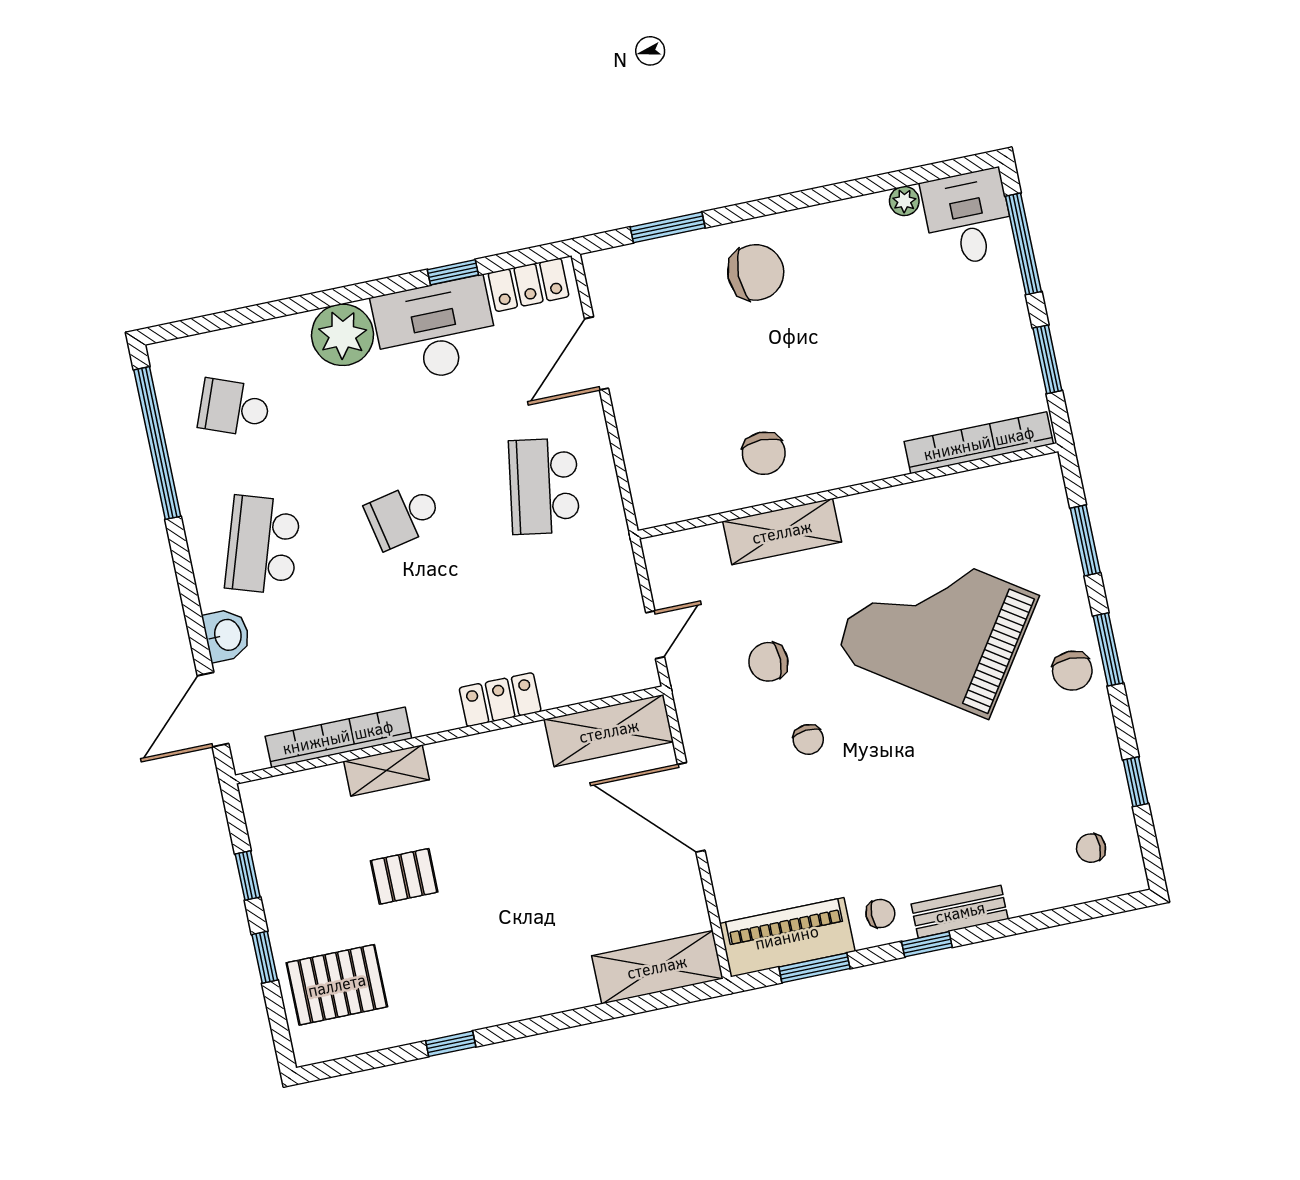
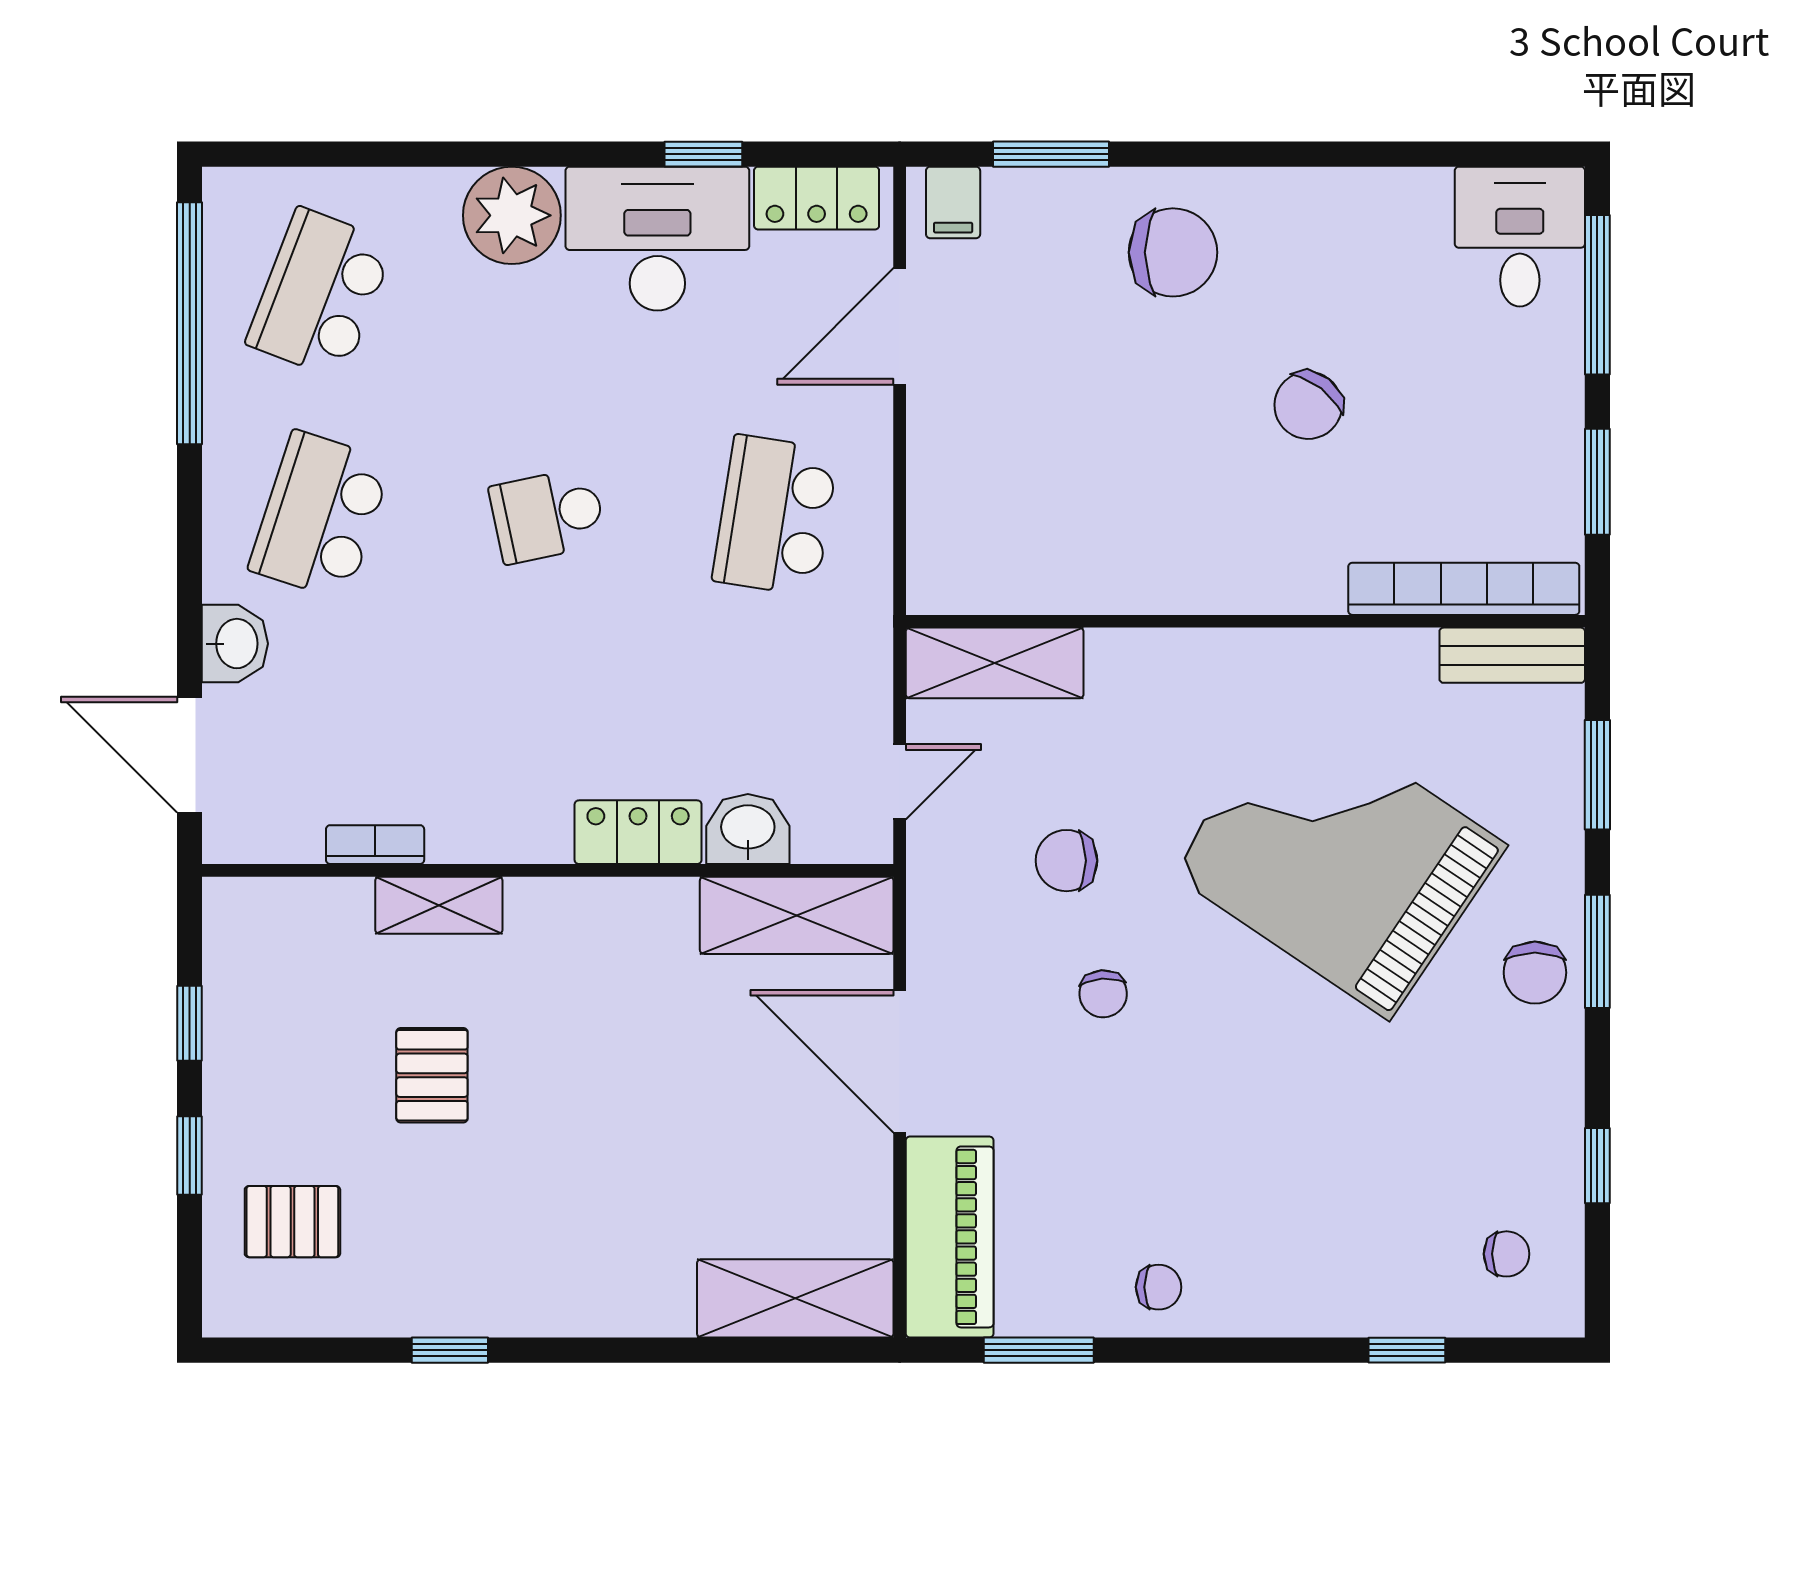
plant: (904, 201) -> (1427, 190), removed
filing cabinet: (613, 270) -> (953, 202), added
school desk: (234, 408) -> (320, 293), width x1.85
chair: (764, 453) -> (1308, 405), moved, turned 38
shelving: (782, 532) -> (995, 663), moved
washbasin: (567, 684) -> (748, 829), added
door: (213, 710) -> (190, 755), hinge flipped
bookcase: (338, 737) -> (375, 845), width x0.43, depth x0.76
chair: (1091, 848) -> (1507, 1254), turned 180
pallet: (404, 876) -> (432, 1075), turned 90
bench: (960, 912) -> (1512, 655), moved
piano: (787, 937) -> (950, 1237), moved, turned 90
window: (927, 944) -> (1407, 1350), moved
pallet: (337, 985) -> (292, 1222), width x0.67, depth x0.71

